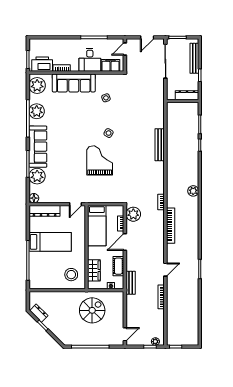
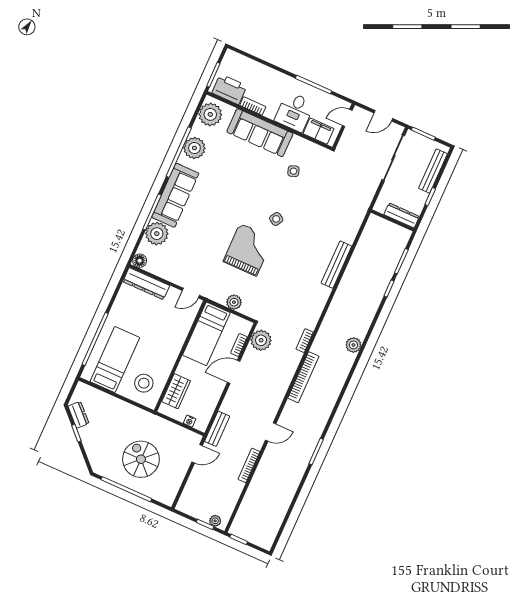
plant: (105, 198) -> (234, 302), added
bed: (50, 242) -> (115, 360), moved, turned -90
cot: (118, 266) -> (211, 400), removed
spiral stairs: (92, 310) -> (141, 459), moved, turned -90
door: (125, 334) -> (197, 454), moved

